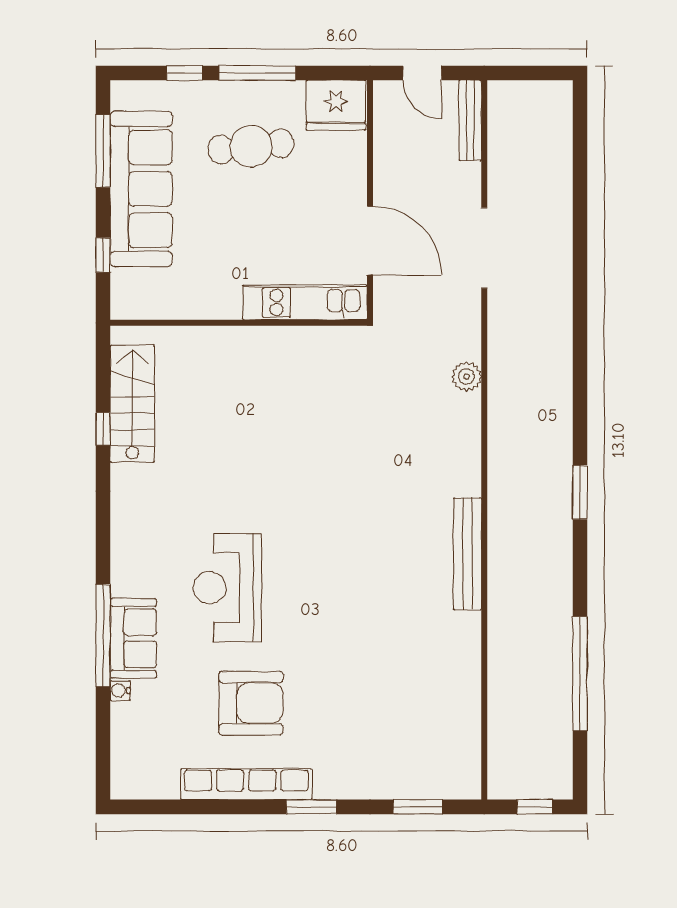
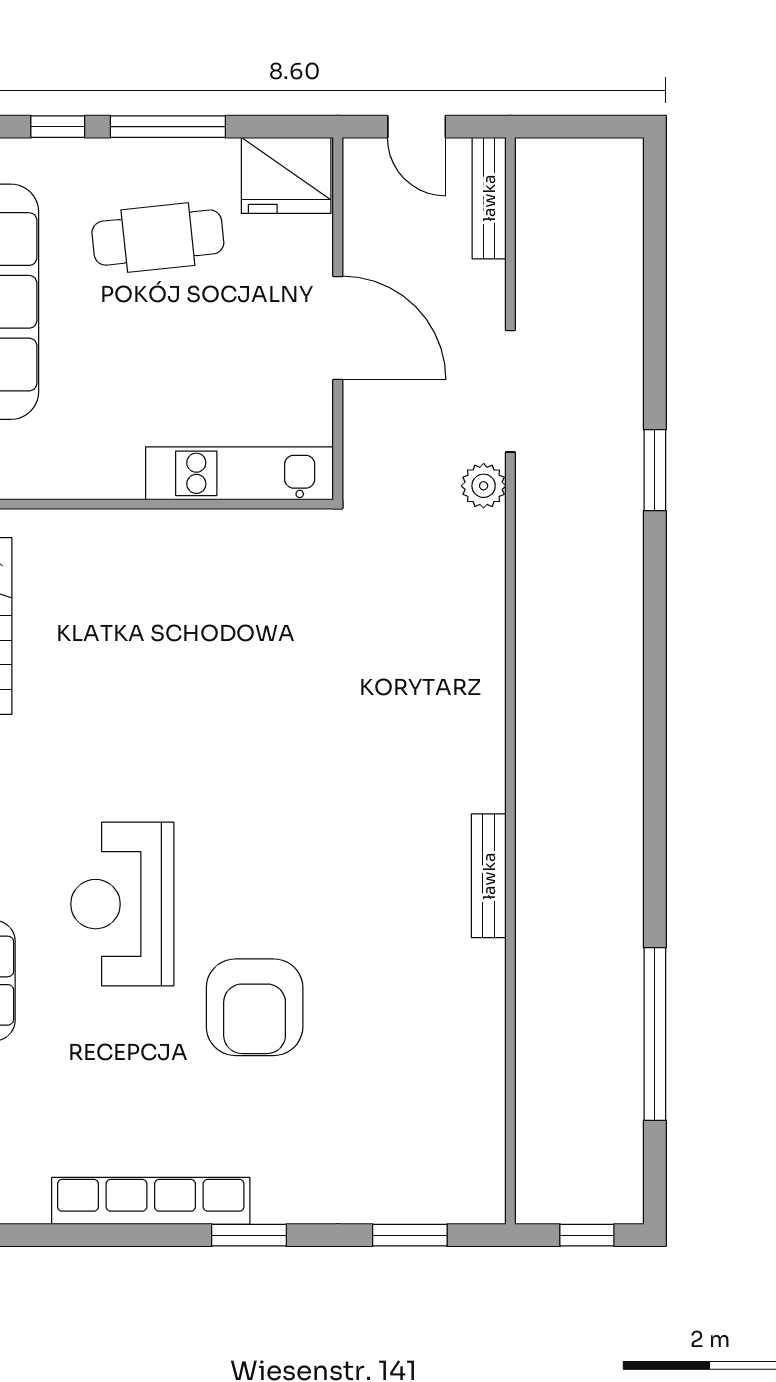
door: (370, 241) -> (338, 328), moved
plant: (467, 376) -> (484, 486), moved
window: (580, 492) -> (655, 470), moved
bench: (467, 554) -> (489, 876), width x0.73, depth x0.82
armchair: (251, 703) -> (255, 1007), moved, turned 90

